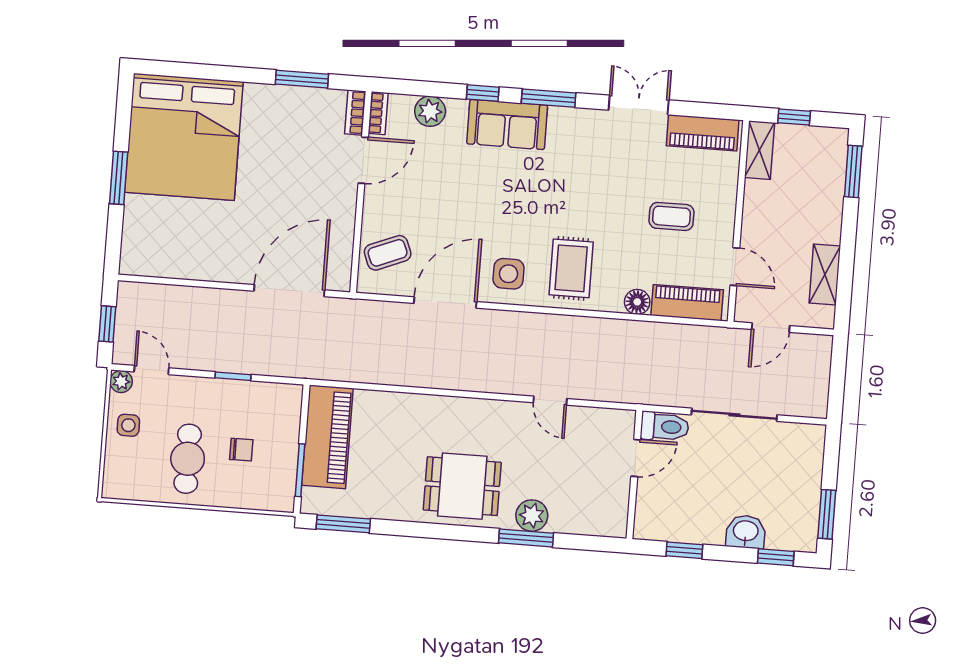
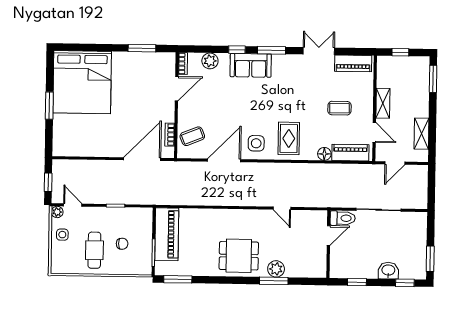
bookcase: (355, 113) -> (170, 135), moved
shelving: (760, 150) -> (383, 103), moved

